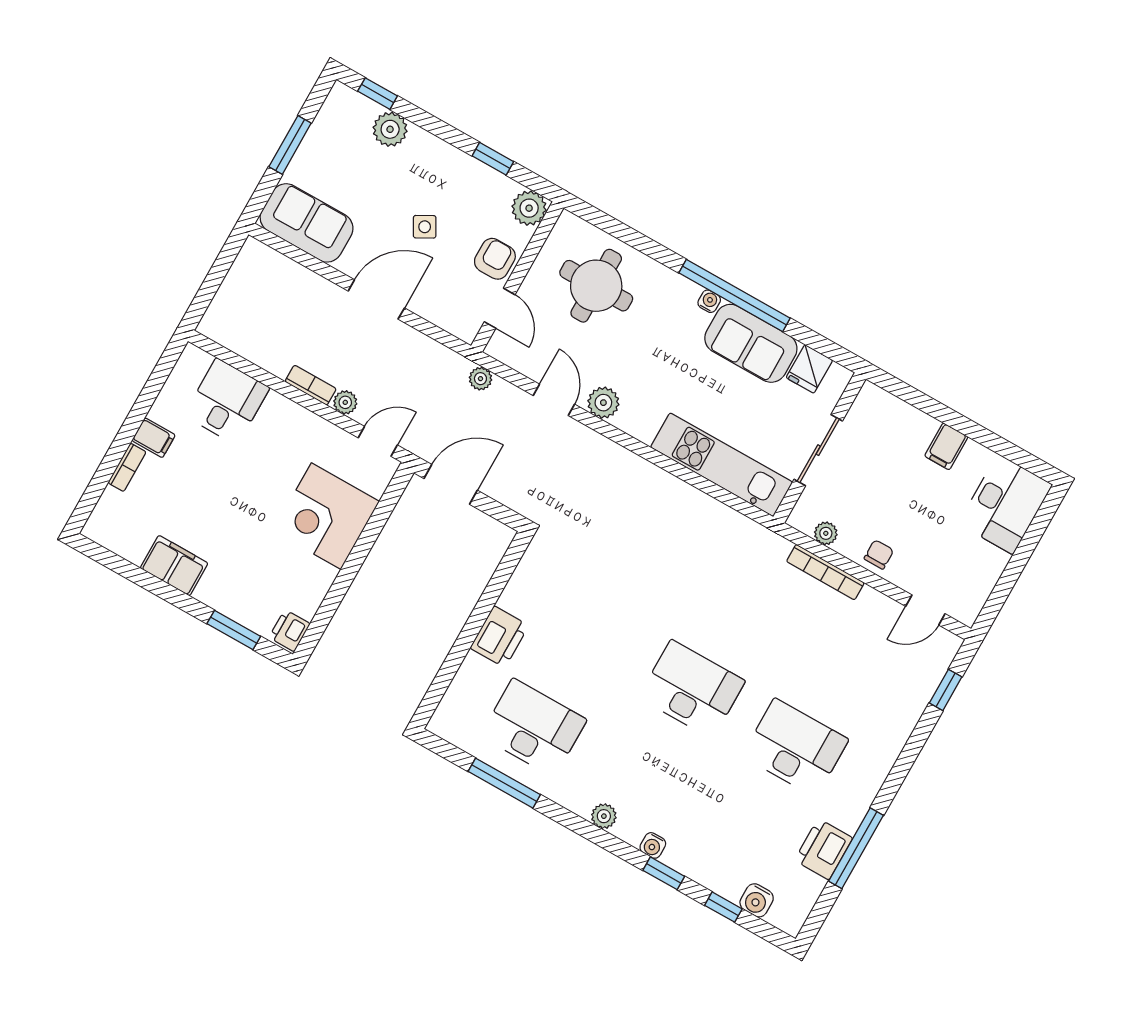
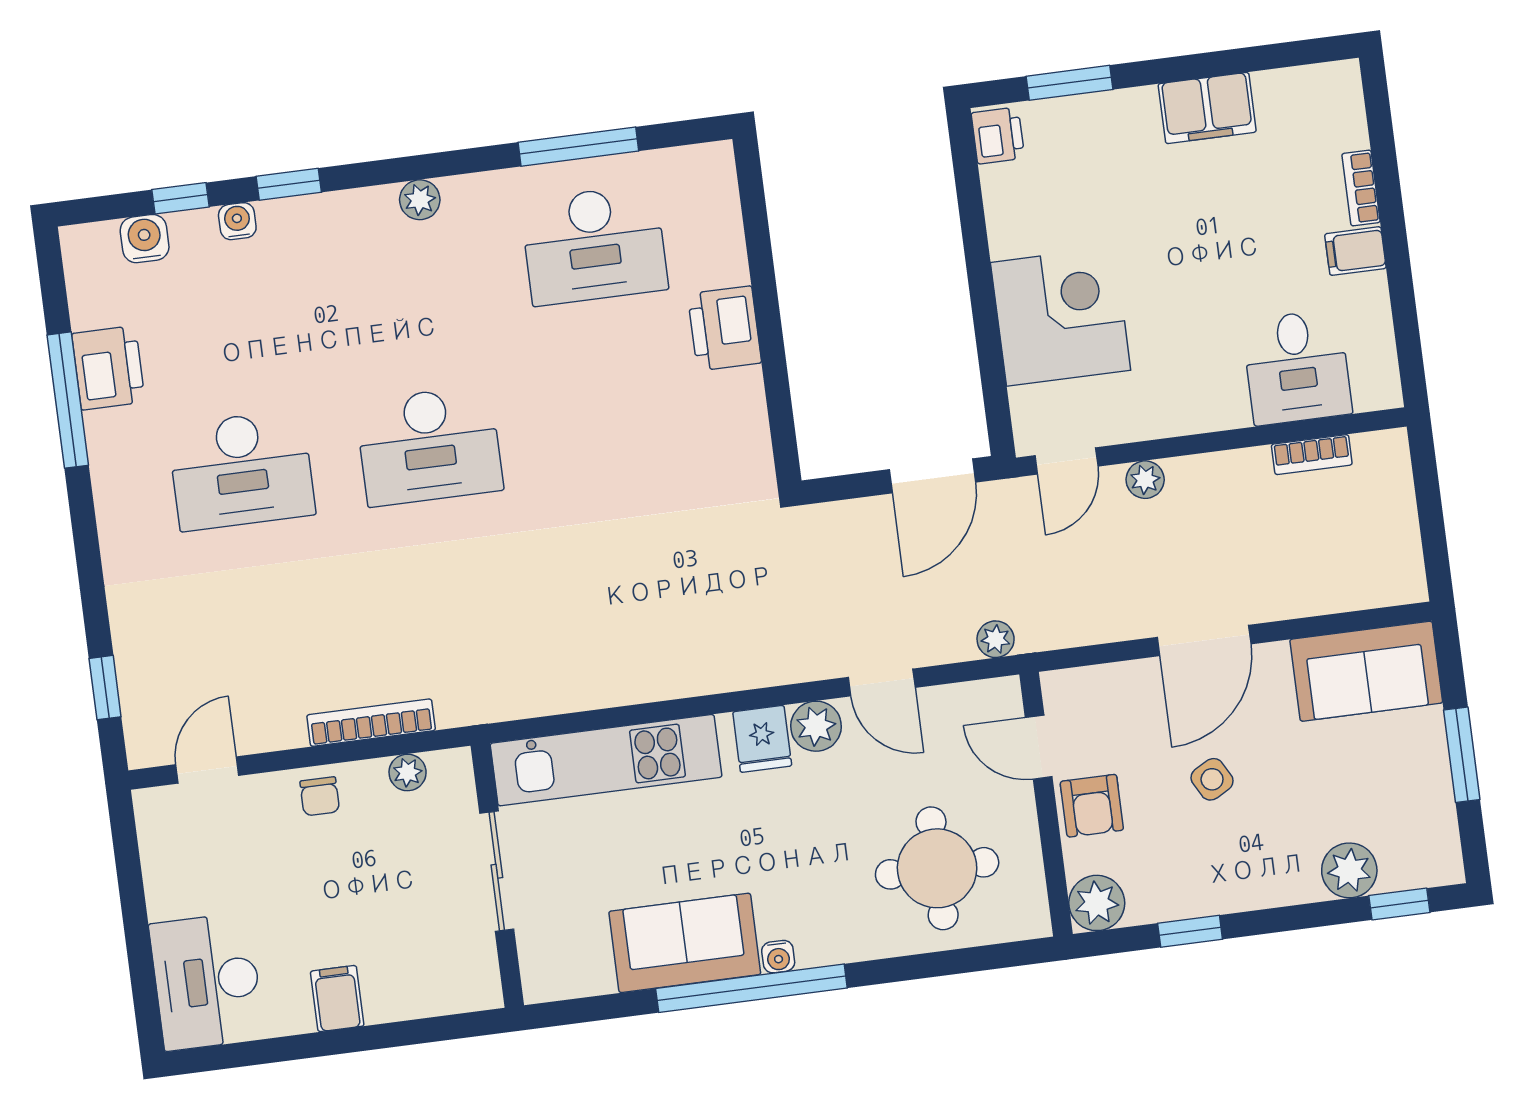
fridge: (809, 369) -> (762, 739), moved, turned 180
bookcase: (311, 385) -> (1312, 455), moved
water cooler: (653, 845) -> (237, 221), moved

